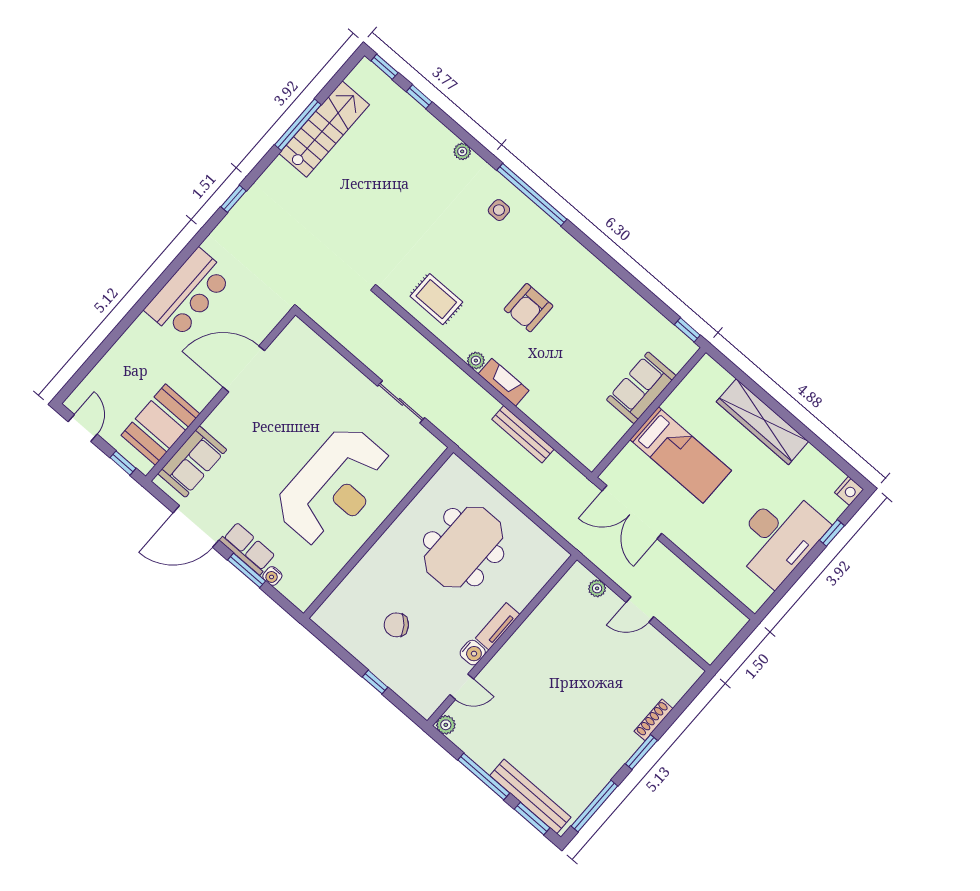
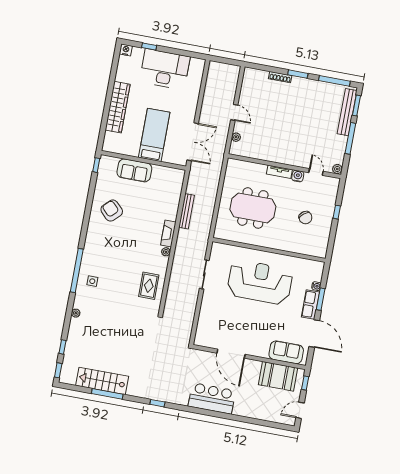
armchair: (529, 308) -> (112, 211), moved, turned -135

